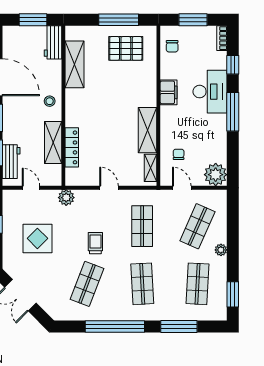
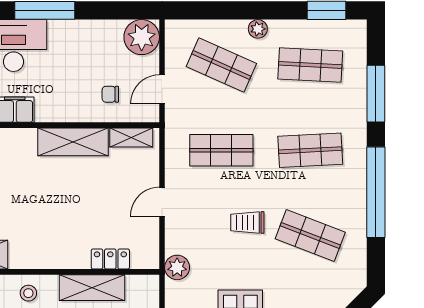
locker: (72, 147) -> (110, 259), width x0.66

